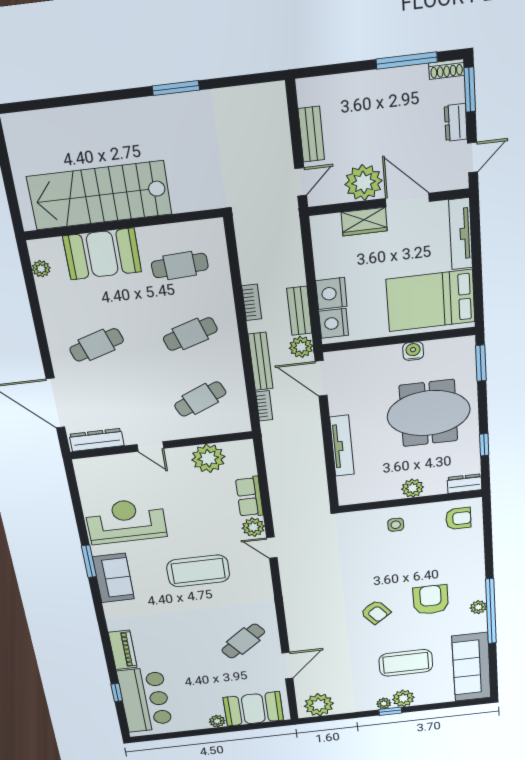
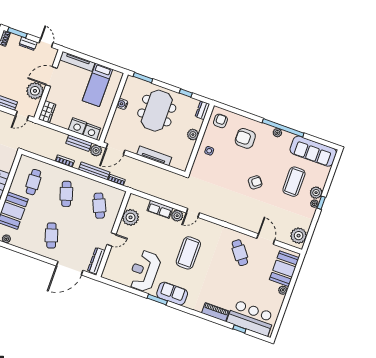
door: (301, 182) -> (22, 116), swing flipped
wardrobe: (364, 222) -> (47, 112), moved
bed: (431, 301) -> (97, 85), width x0.67
armchair: (431, 600) -> (245, 138), moved

